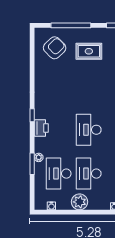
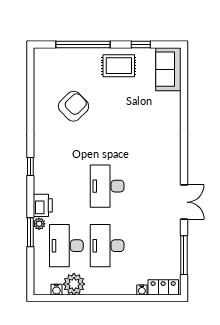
armchair: (55, 48) -> (73, 106), moved
rug: (89, 51) -> (119, 66), moved
printer: (41, 128) -> (43, 205), moved
plant: (80, 202) -> (74, 284), moved

